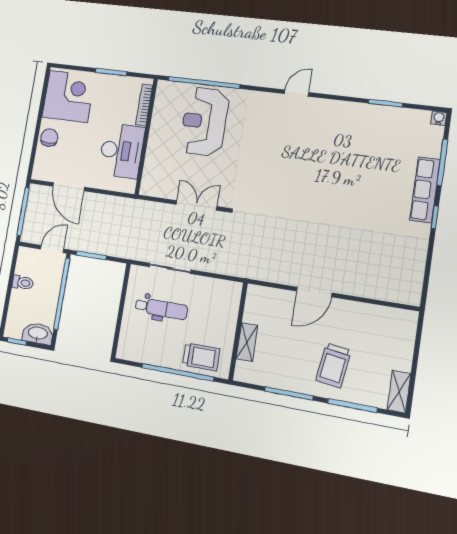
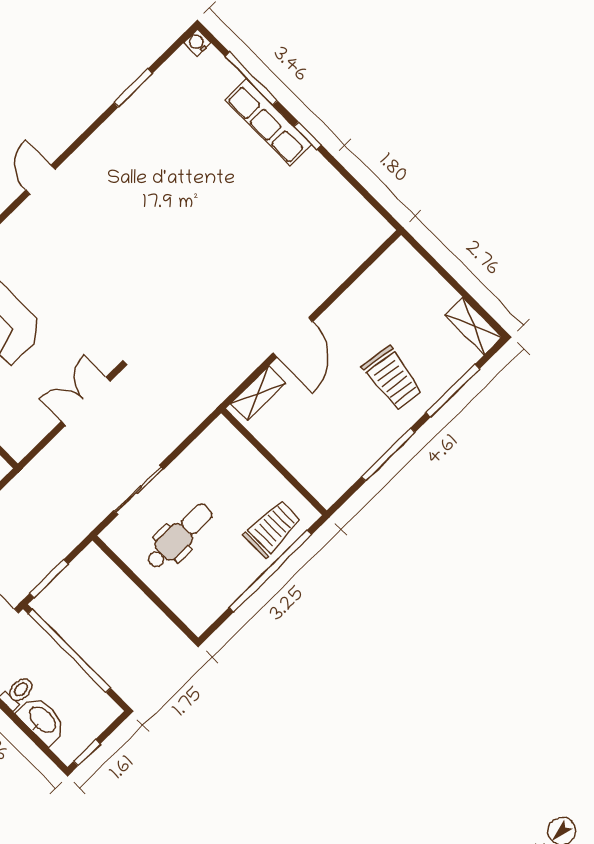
washbasin: (38, 334) -> (42, 720), moved, turned 90
shelving: (247, 342) -> (258, 393), moved, turned 90

